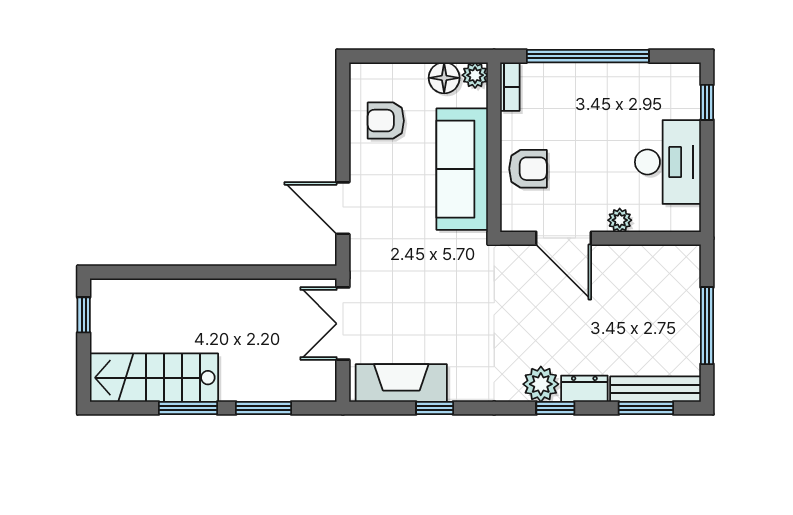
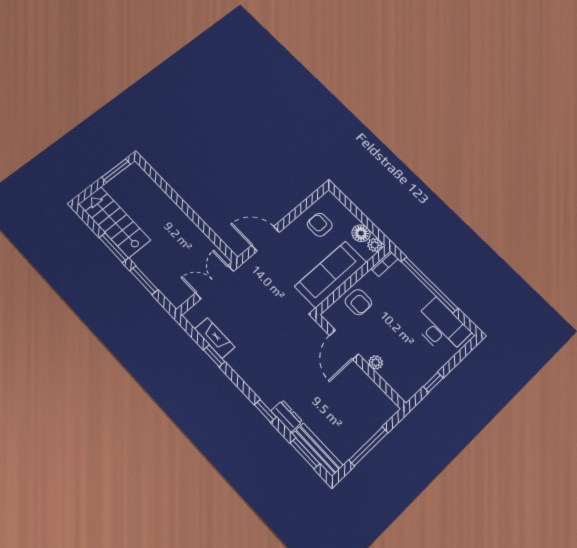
window: (707, 102) -> (433, 382), moved
desk: (668, 162) -> (441, 327), moved, turned -90
door: (343, 208) -> (265, 239), hinge flipped
window: (84, 315) -> (116, 171), width x1.50
fireplace: (401, 383) -> (215, 338), width x0.73, depth x0.76
plant: (541, 384) -> (270, 394), removed

